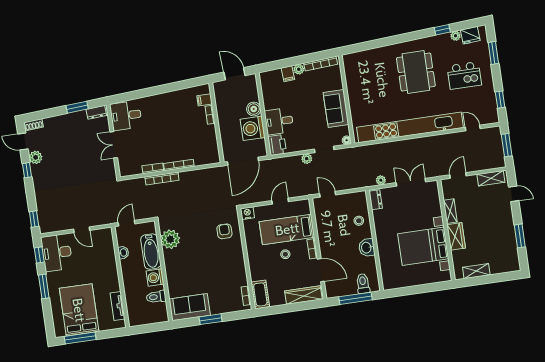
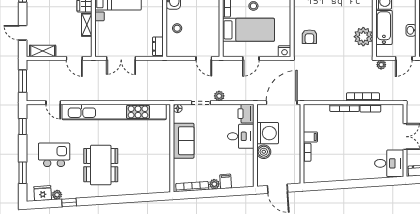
filing cabinet: (205, 100) -> (310, 137), moved
door: (458, 175) -> (74, 58), hinge flipped
plant: (381, 180) -> (381, 65), moved

